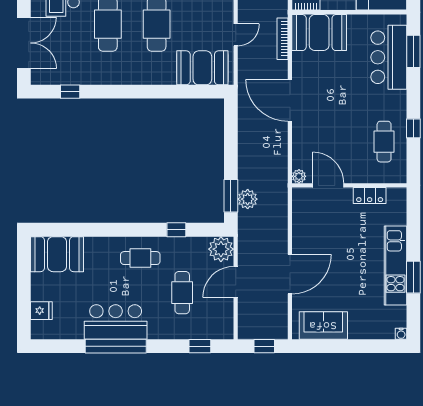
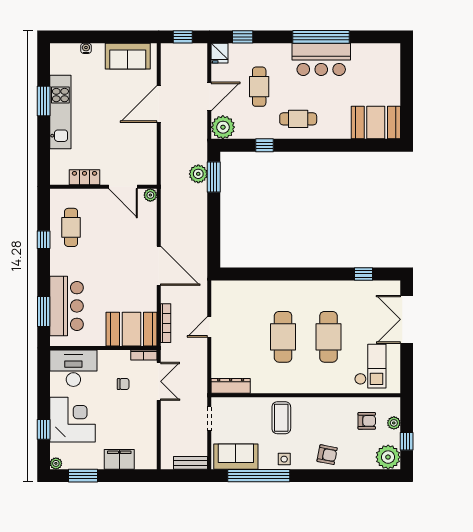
booth: (202, 68) -> (240, 296), removed
fridge: (41, 311) -> (220, 53), moved, turned -90
water cooler: (401, 334) -> (86, 48), moved

